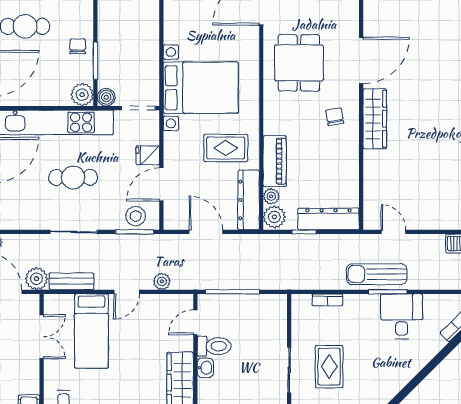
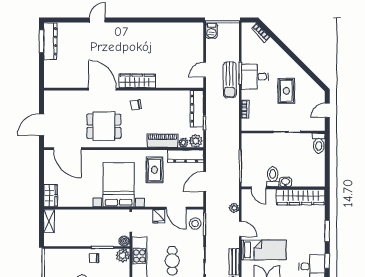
desk: (402, 316) -> (255, 77), moved
rug: (329, 367) -> (286, 91), moved, turned 90

